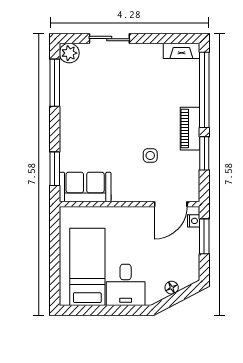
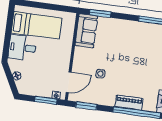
piano: (190, 129) -> (129, 103), moved
window: (204, 153) -> (86, 106), moved
door: (171, 204) -> (69, 82), swing flipped

